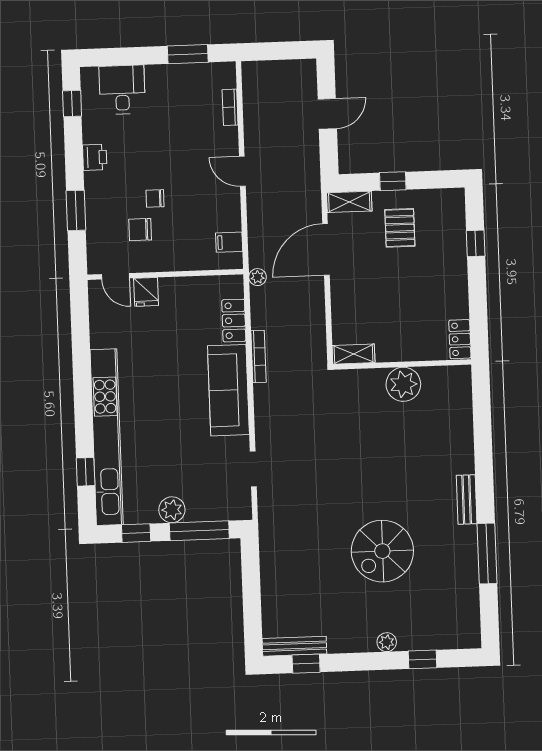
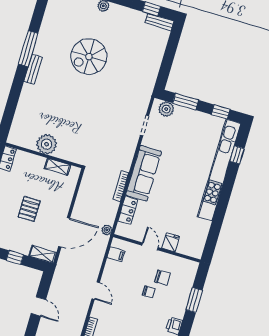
door: (327, 114) -> (38, 307), swing flipped
pallet: (400, 228) -> (29, 209), moved
door: (115, 276) -> (150, 246), moved
shelving: (353, 354) -> (58, 167), moved
plant: (172, 510) -> (166, 109), moved
window: (199, 531) -> (186, 102), width x0.69
spiral stairs: (382, 551) -> (89, 57), turned 180
window: (487, 554) -> (28, 49), moved
bench: (294, 646) -> (159, 22), width x0.73

